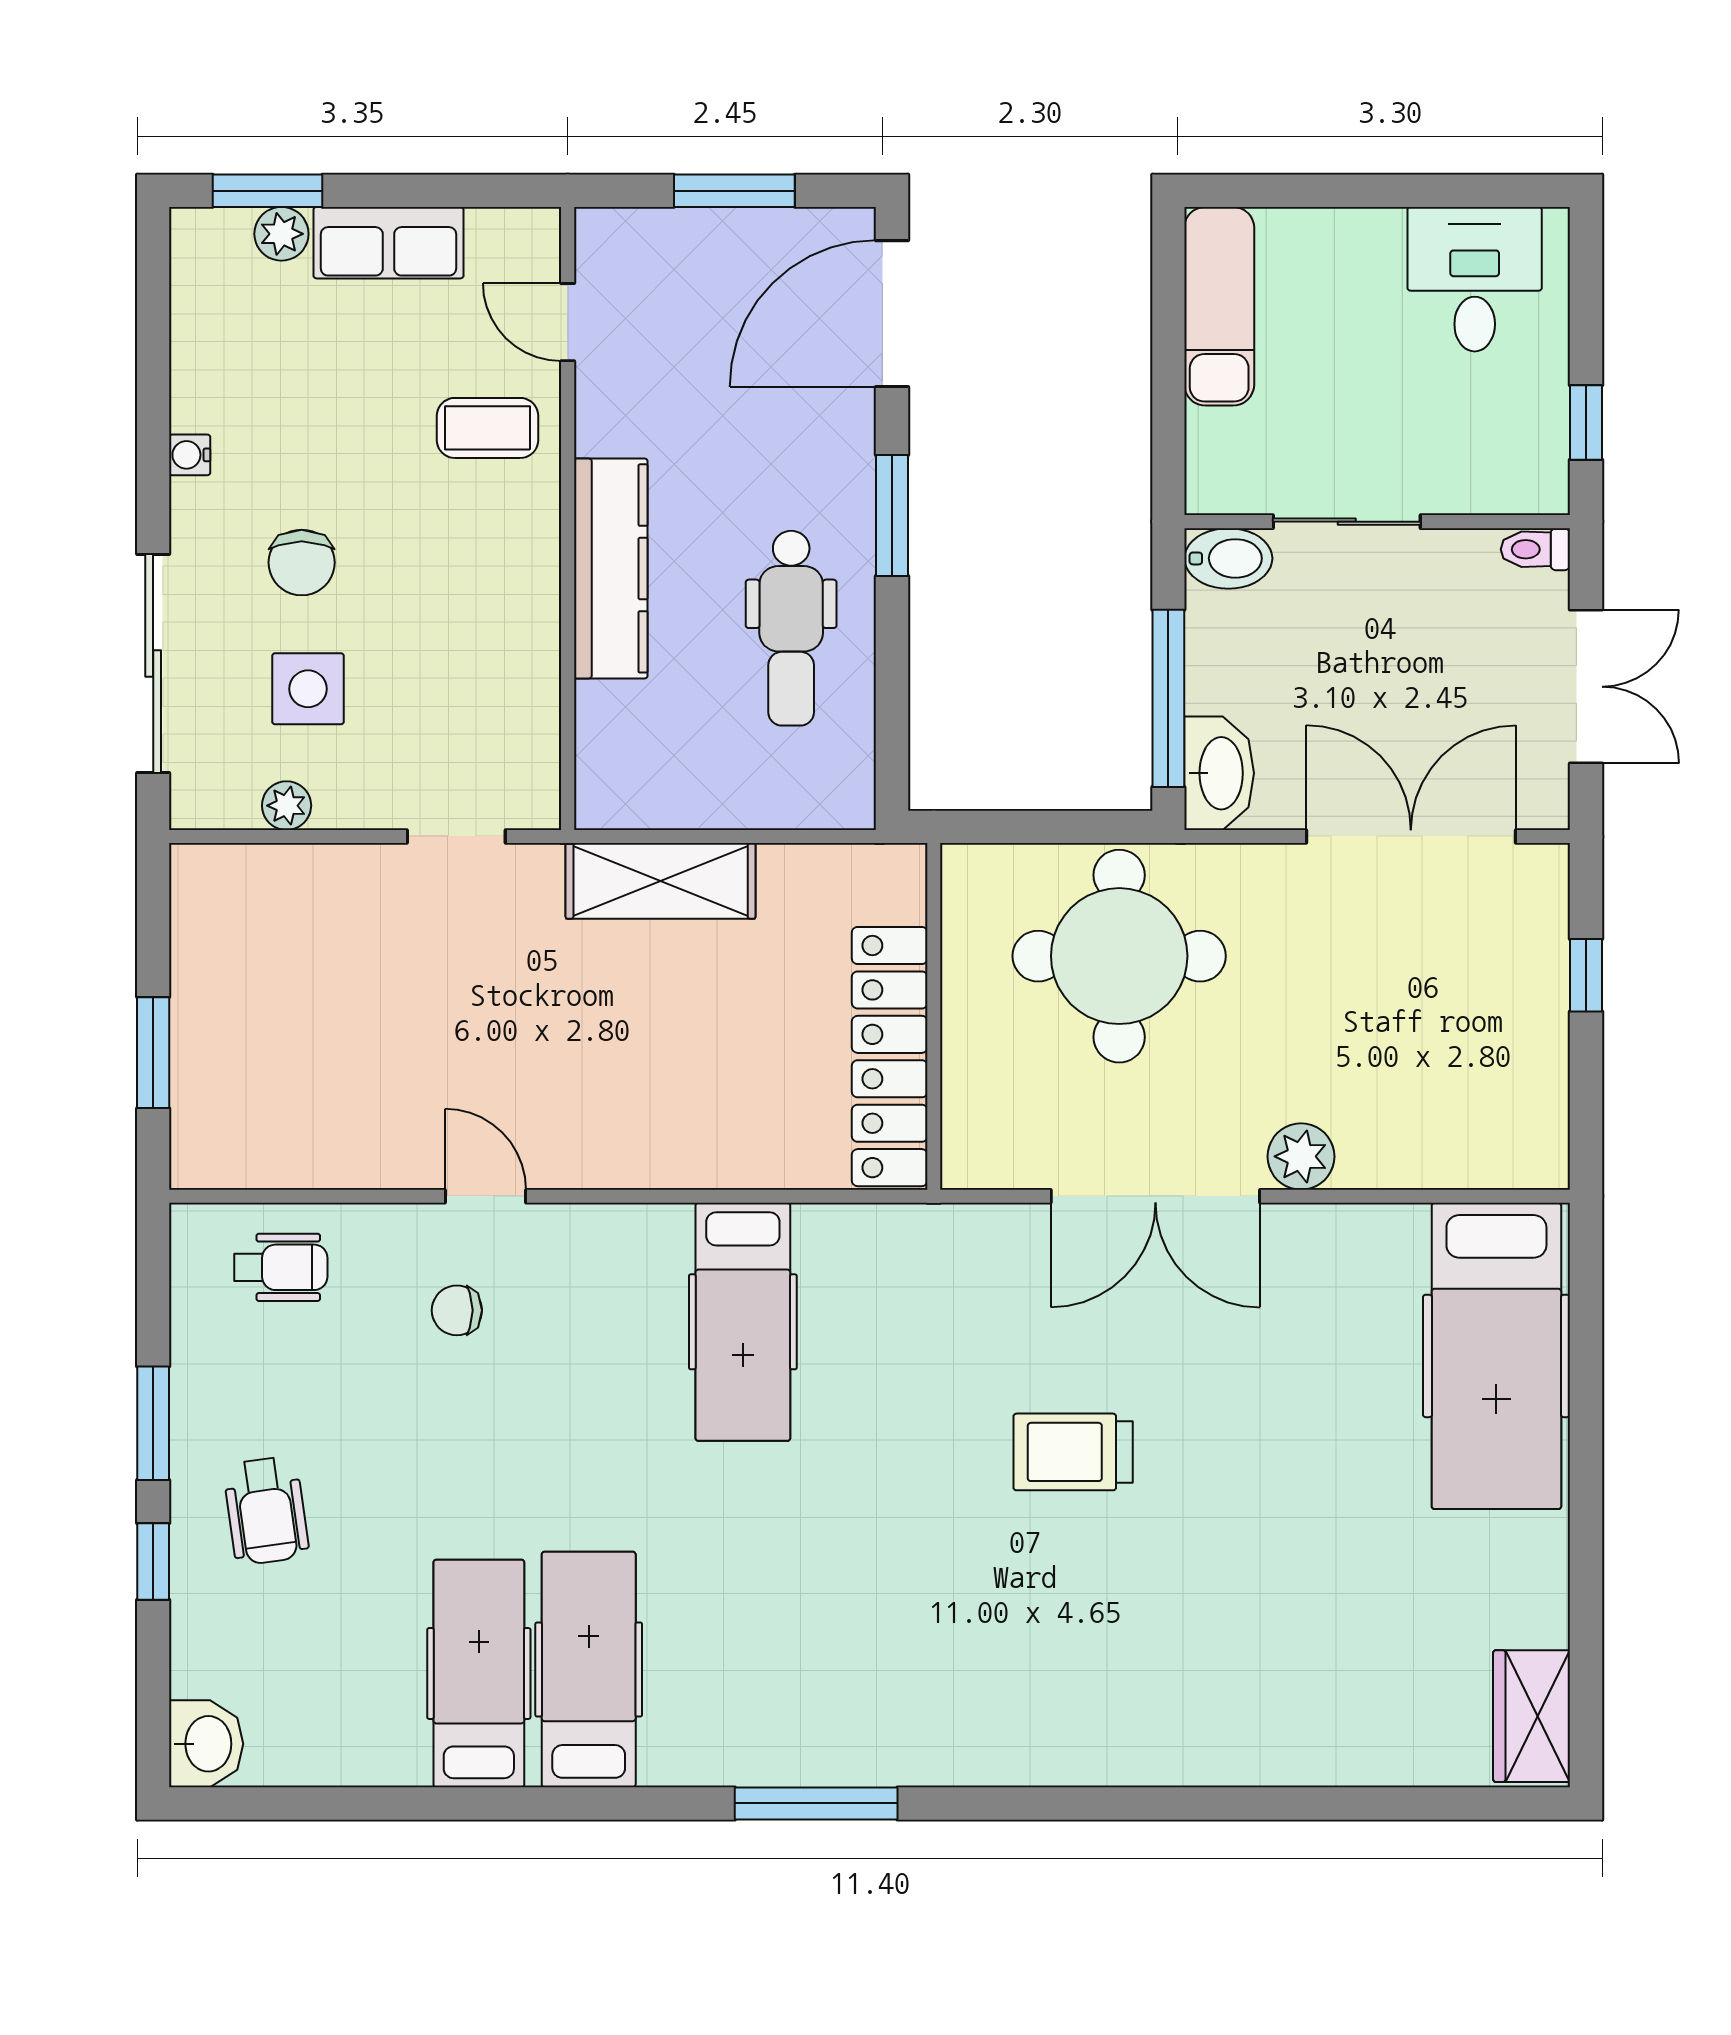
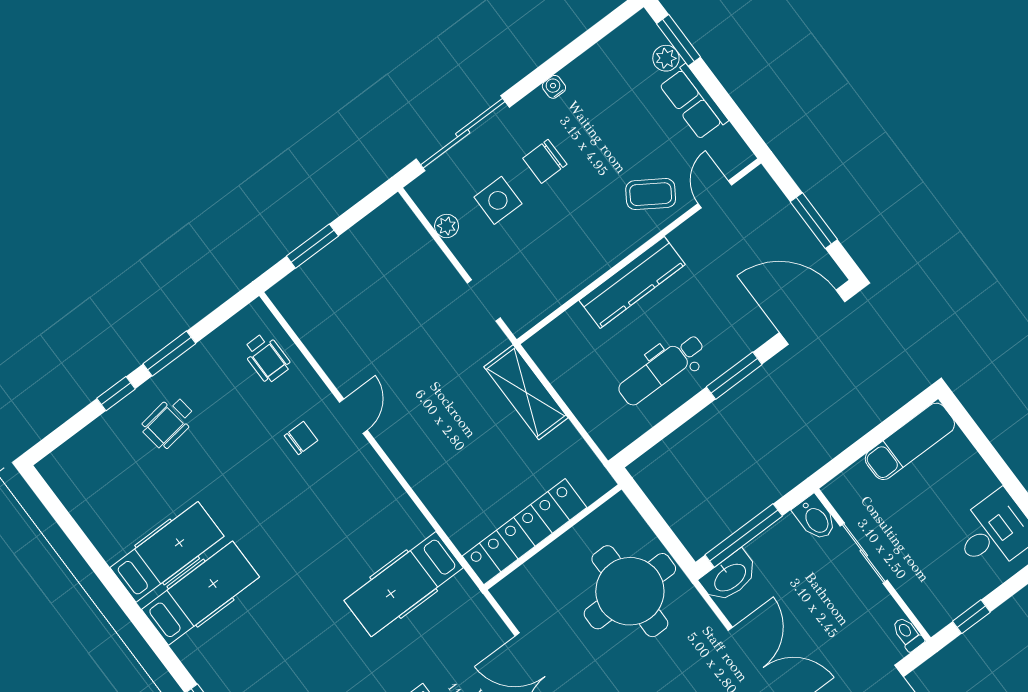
coffee table: (488, 428) -> (651, 194), turned -57
chair: (457, 1310) -> (301, 438), turned 90
hospital bed: (743, 1322) -> (404, 584), moved
washbasin: (206, 1744) -> (61, 467), removed

